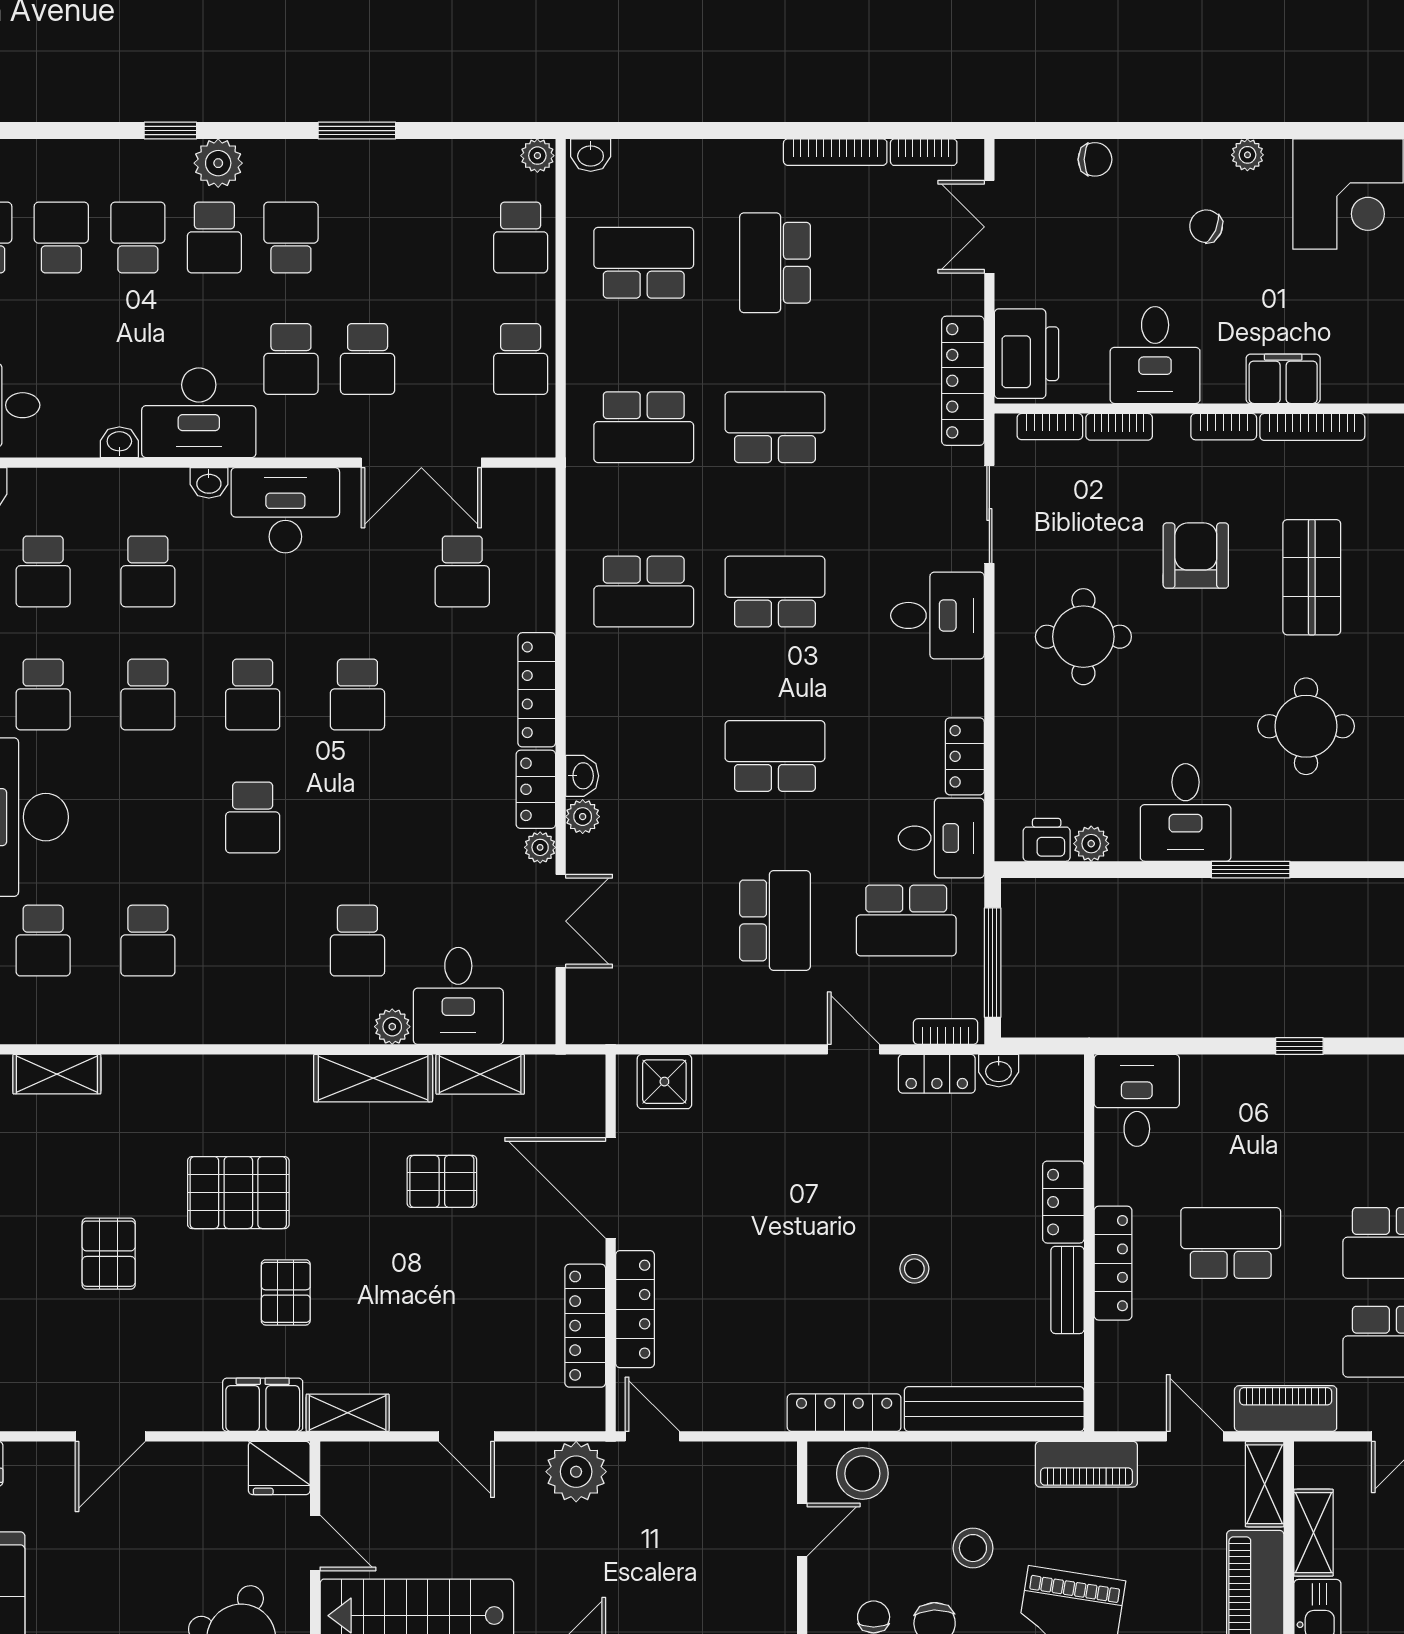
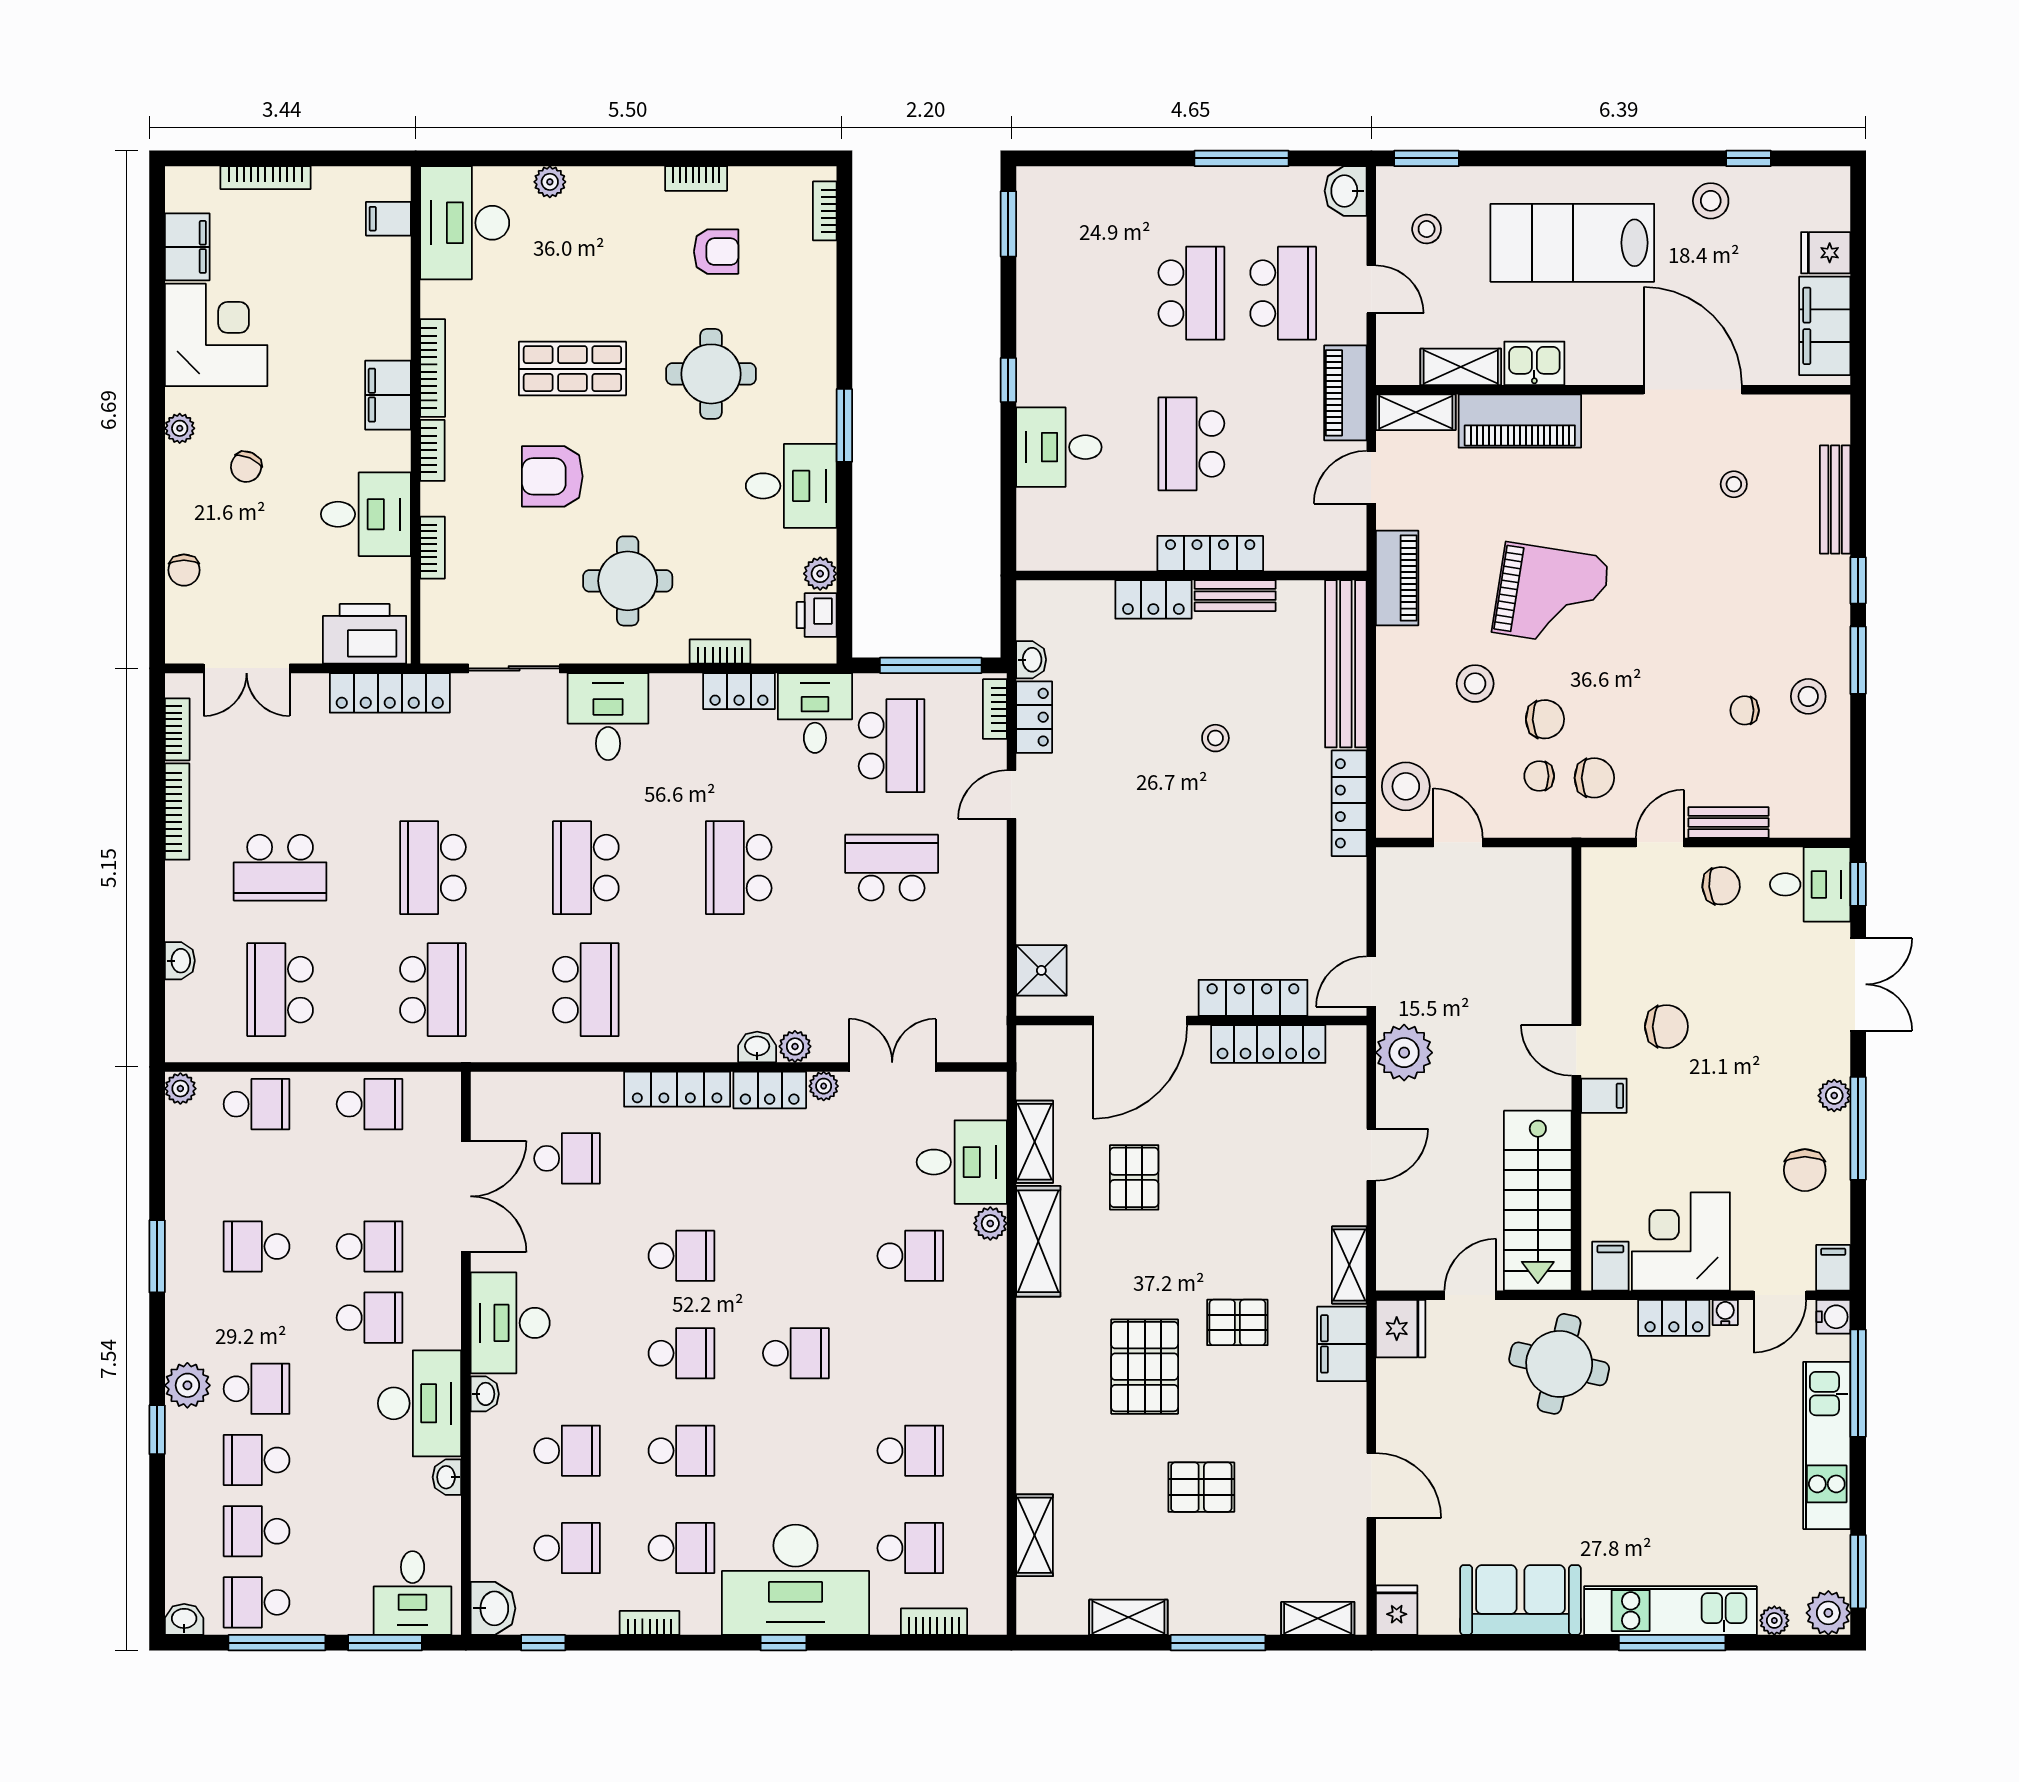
washbasin: (591, 155) -> (180, 961), moved
chair: (1095, 159) -> (184, 570), turned 180
school desk: (291, 237) -> (257, 1246), moved
bookcase: (1050, 427) -> (720, 652), moved, turned -90
desk: (1137, 1100) -> (1059, 447), moved

